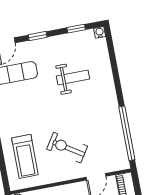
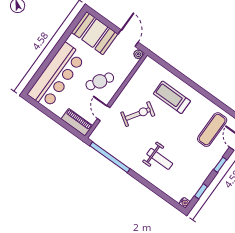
weight bench: (73, 77) -> (160, 159), moved, turned -90
treadmill: (25, 156) -> (172, 97), moved

